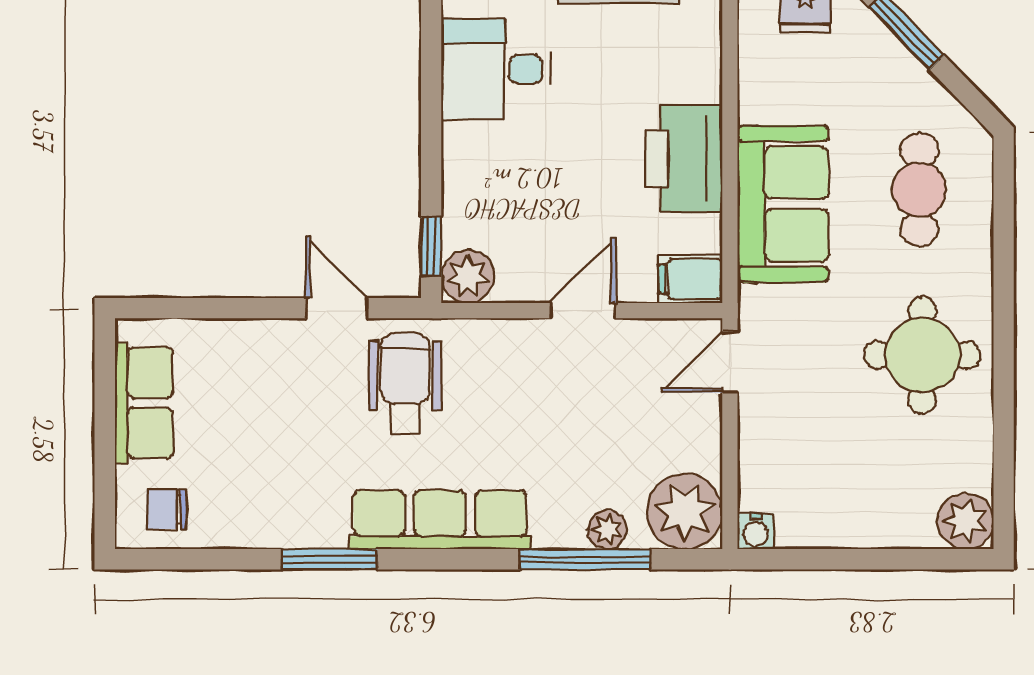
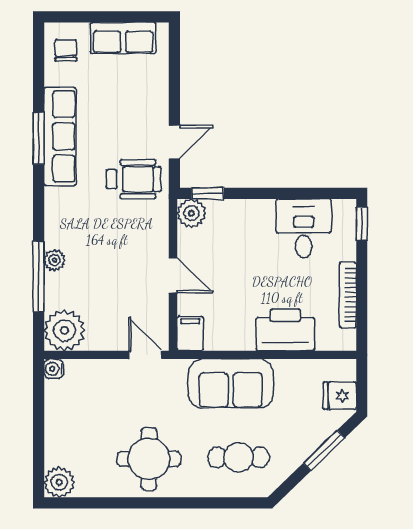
printer: (684, 158) -> (285, 330), moved
row of seats: (440, 520) -> (60, 136), moved
plant: (607, 530) -> (55, 260), moved

